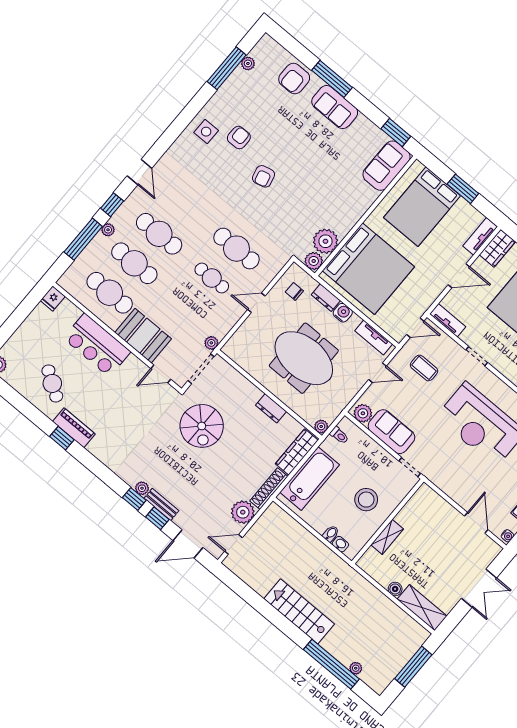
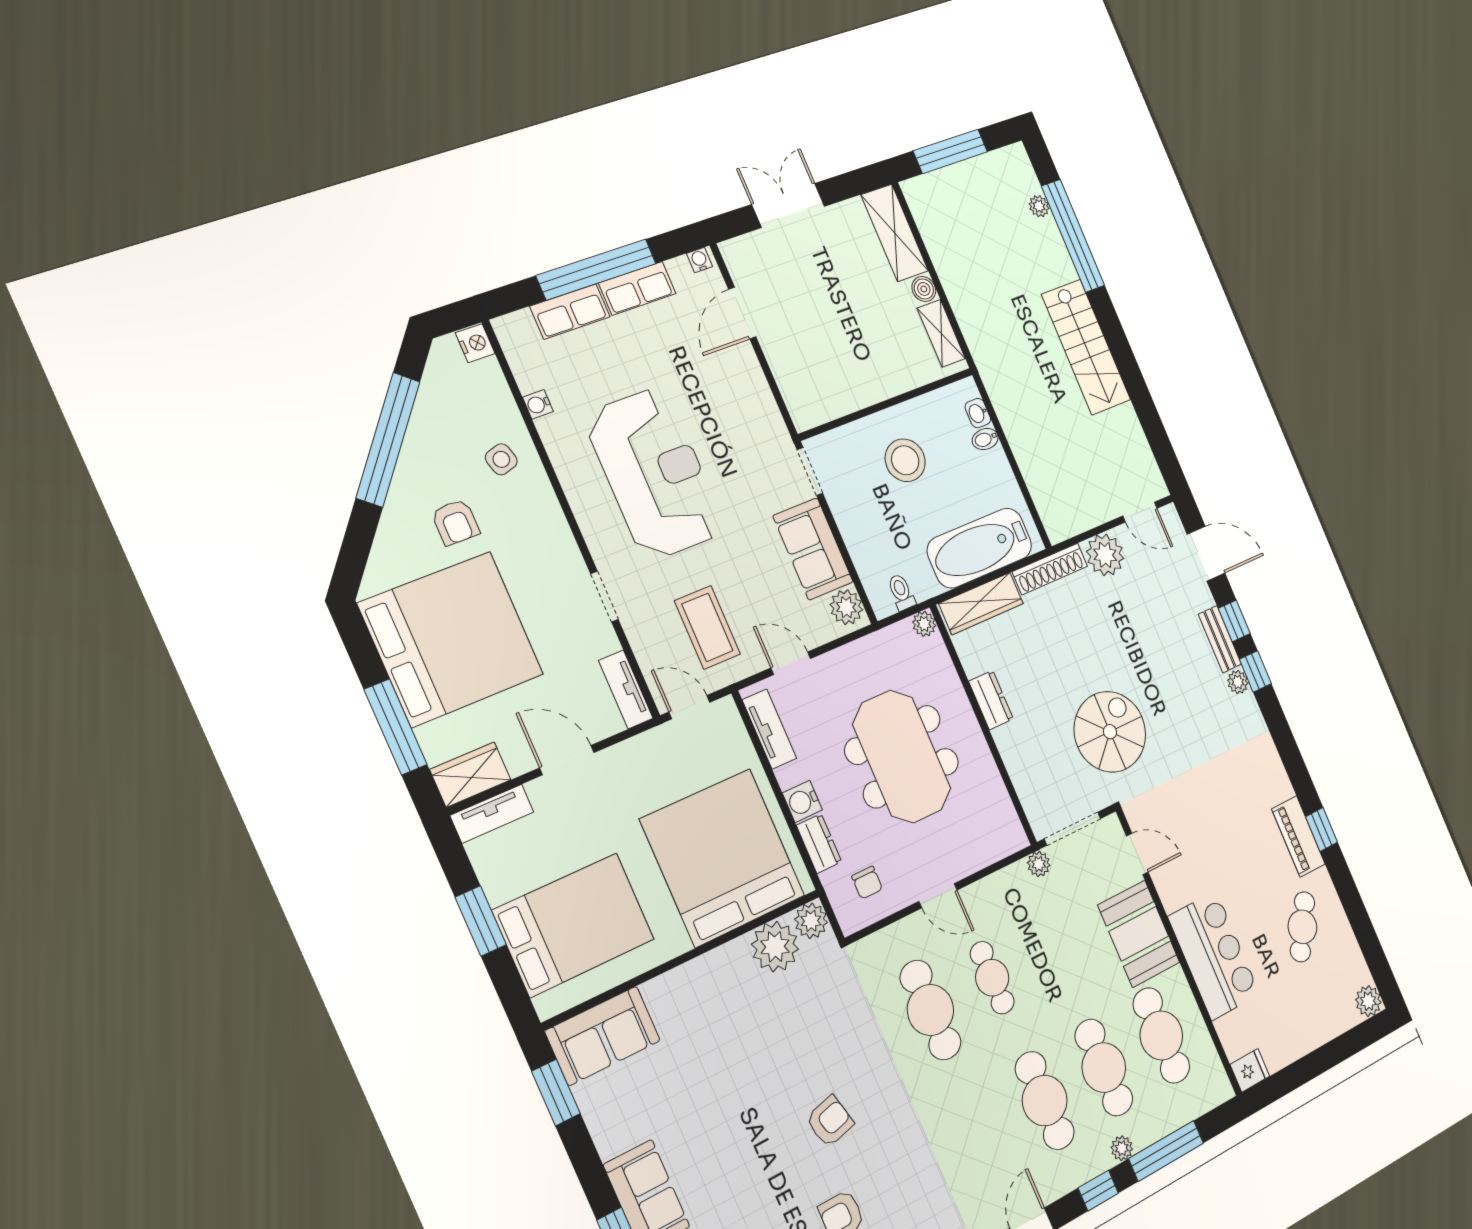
coffee table: (424, 368) -> (707, 627), width x1.36, depth x1.30
shelving: (387, 537) -> (941, 333), moved, turned 90

